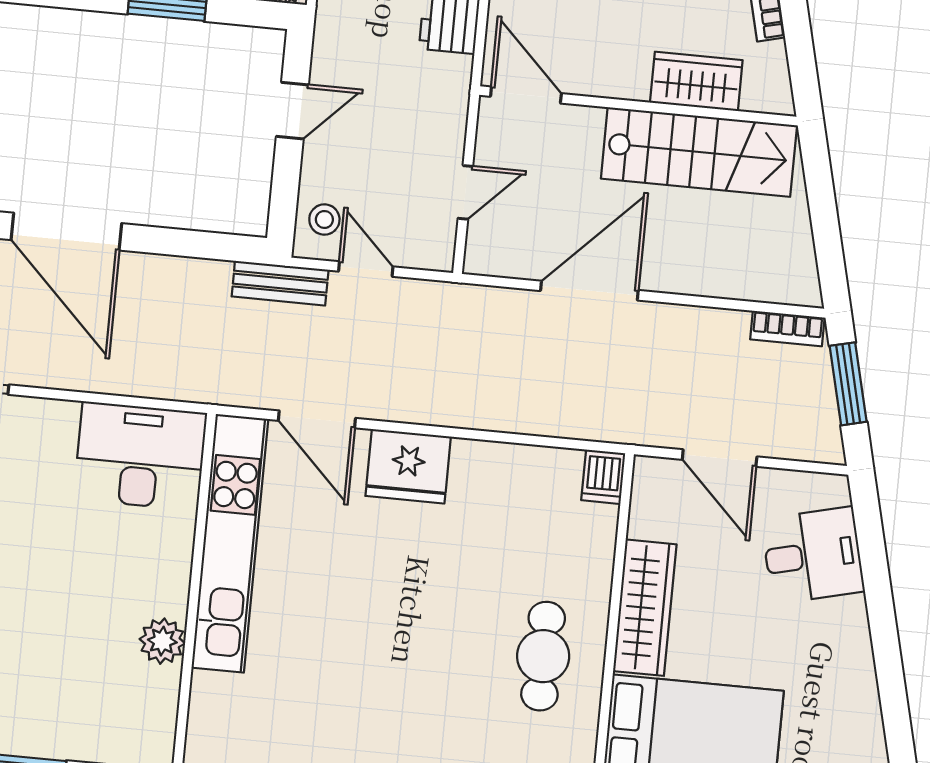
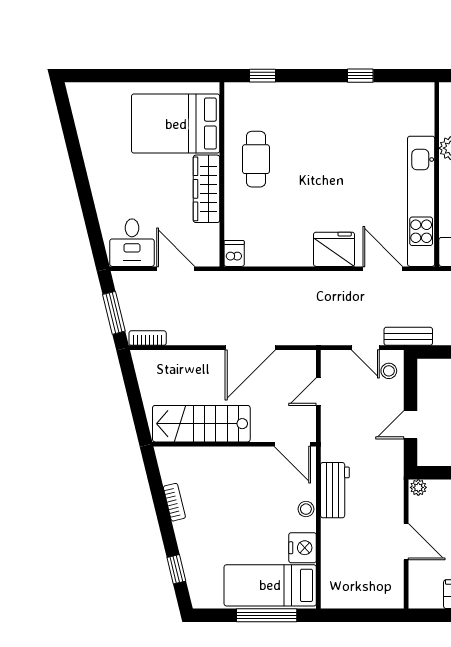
wardrobe: (696, 81) -> (206, 459), removed
desk: (813, 555) -> (132, 243), moved, turned -76

